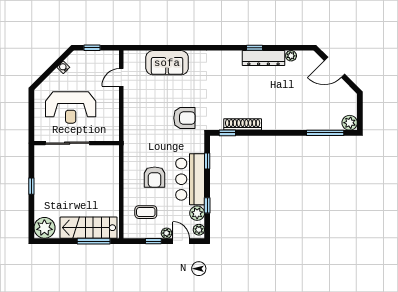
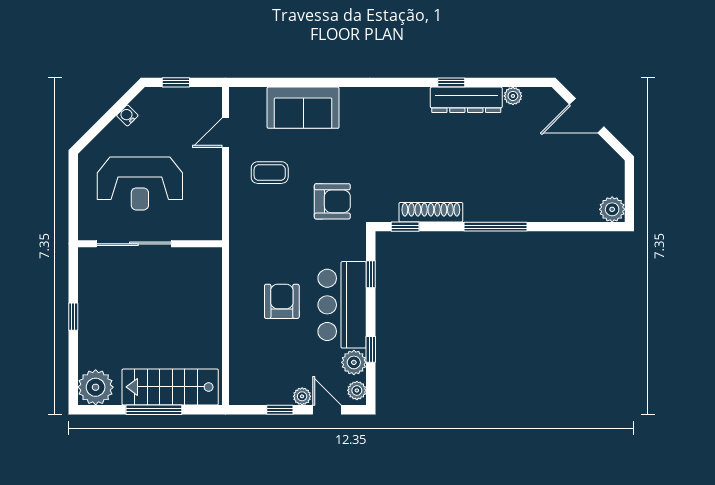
window: (325, 133) -> (496, 227), moved
armchair: (155, 177) -> (282, 301), turned 180
coffee table: (146, 212) -> (270, 173), moved
window: (94, 241) -> (154, 410), moved

